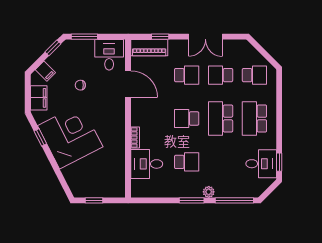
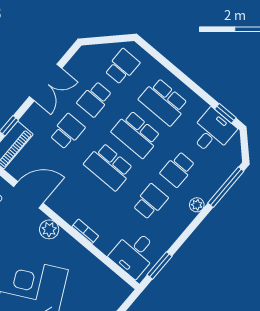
plant: (118, 115) -> (49, 229), added
school desk: (187, 119) -> (109, 167), width x1.85
school desk: (221, 162) -> (178, 169), added
desk: (147, 164) -> (134, 253), moved
window: (192, 200) -> (160, 266), moved

